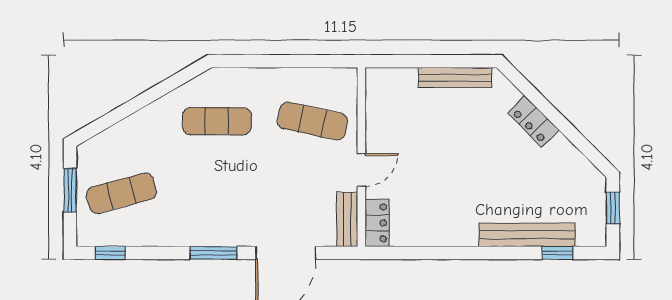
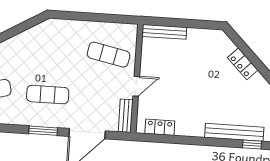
bench: (455, 78) -> (164, 32), moved
exercise mat: (217, 121) -> (48, 95), moved
locker: (377, 223) -> (160, 127), moved, turned -90

